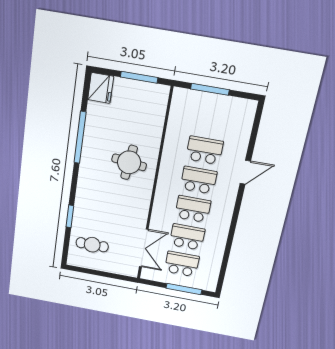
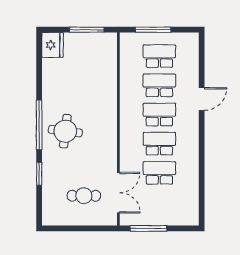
window: (80, 138) -> (39, 125), moved
round table: (129, 162) -> (65, 131), moved
cafe table: (92, 245) -> (84, 196), moved
school desk: (182, 264) -> (159, 56), moved
window: (184, 289) -> (148, 228), moved

